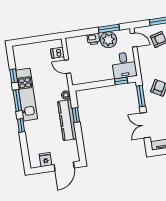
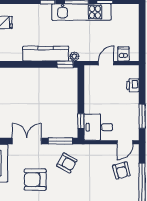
printer: (93, 39) -> (133, 85), moved
plant: (108, 40) -> (130, 114), removed
window: (76, 115) -> (65, 64), moved

